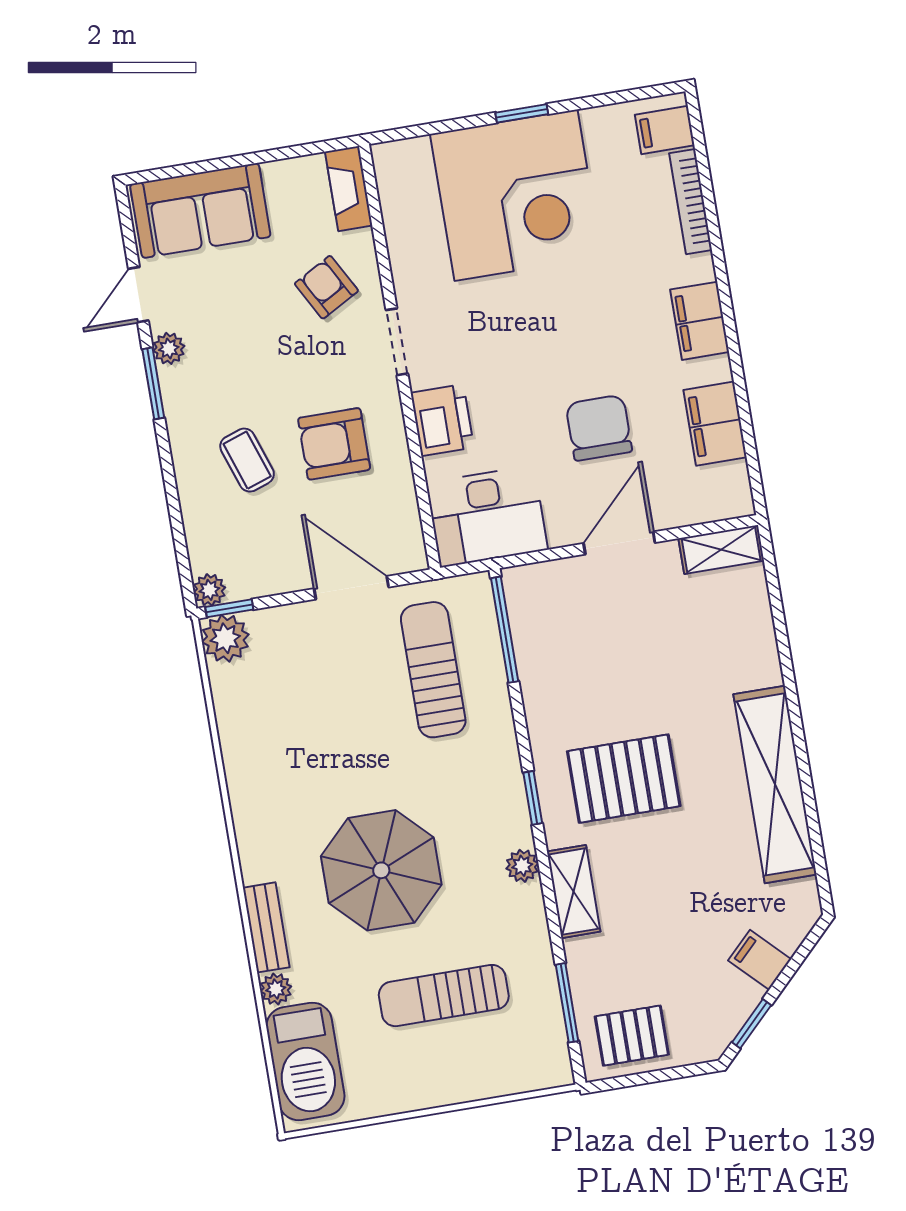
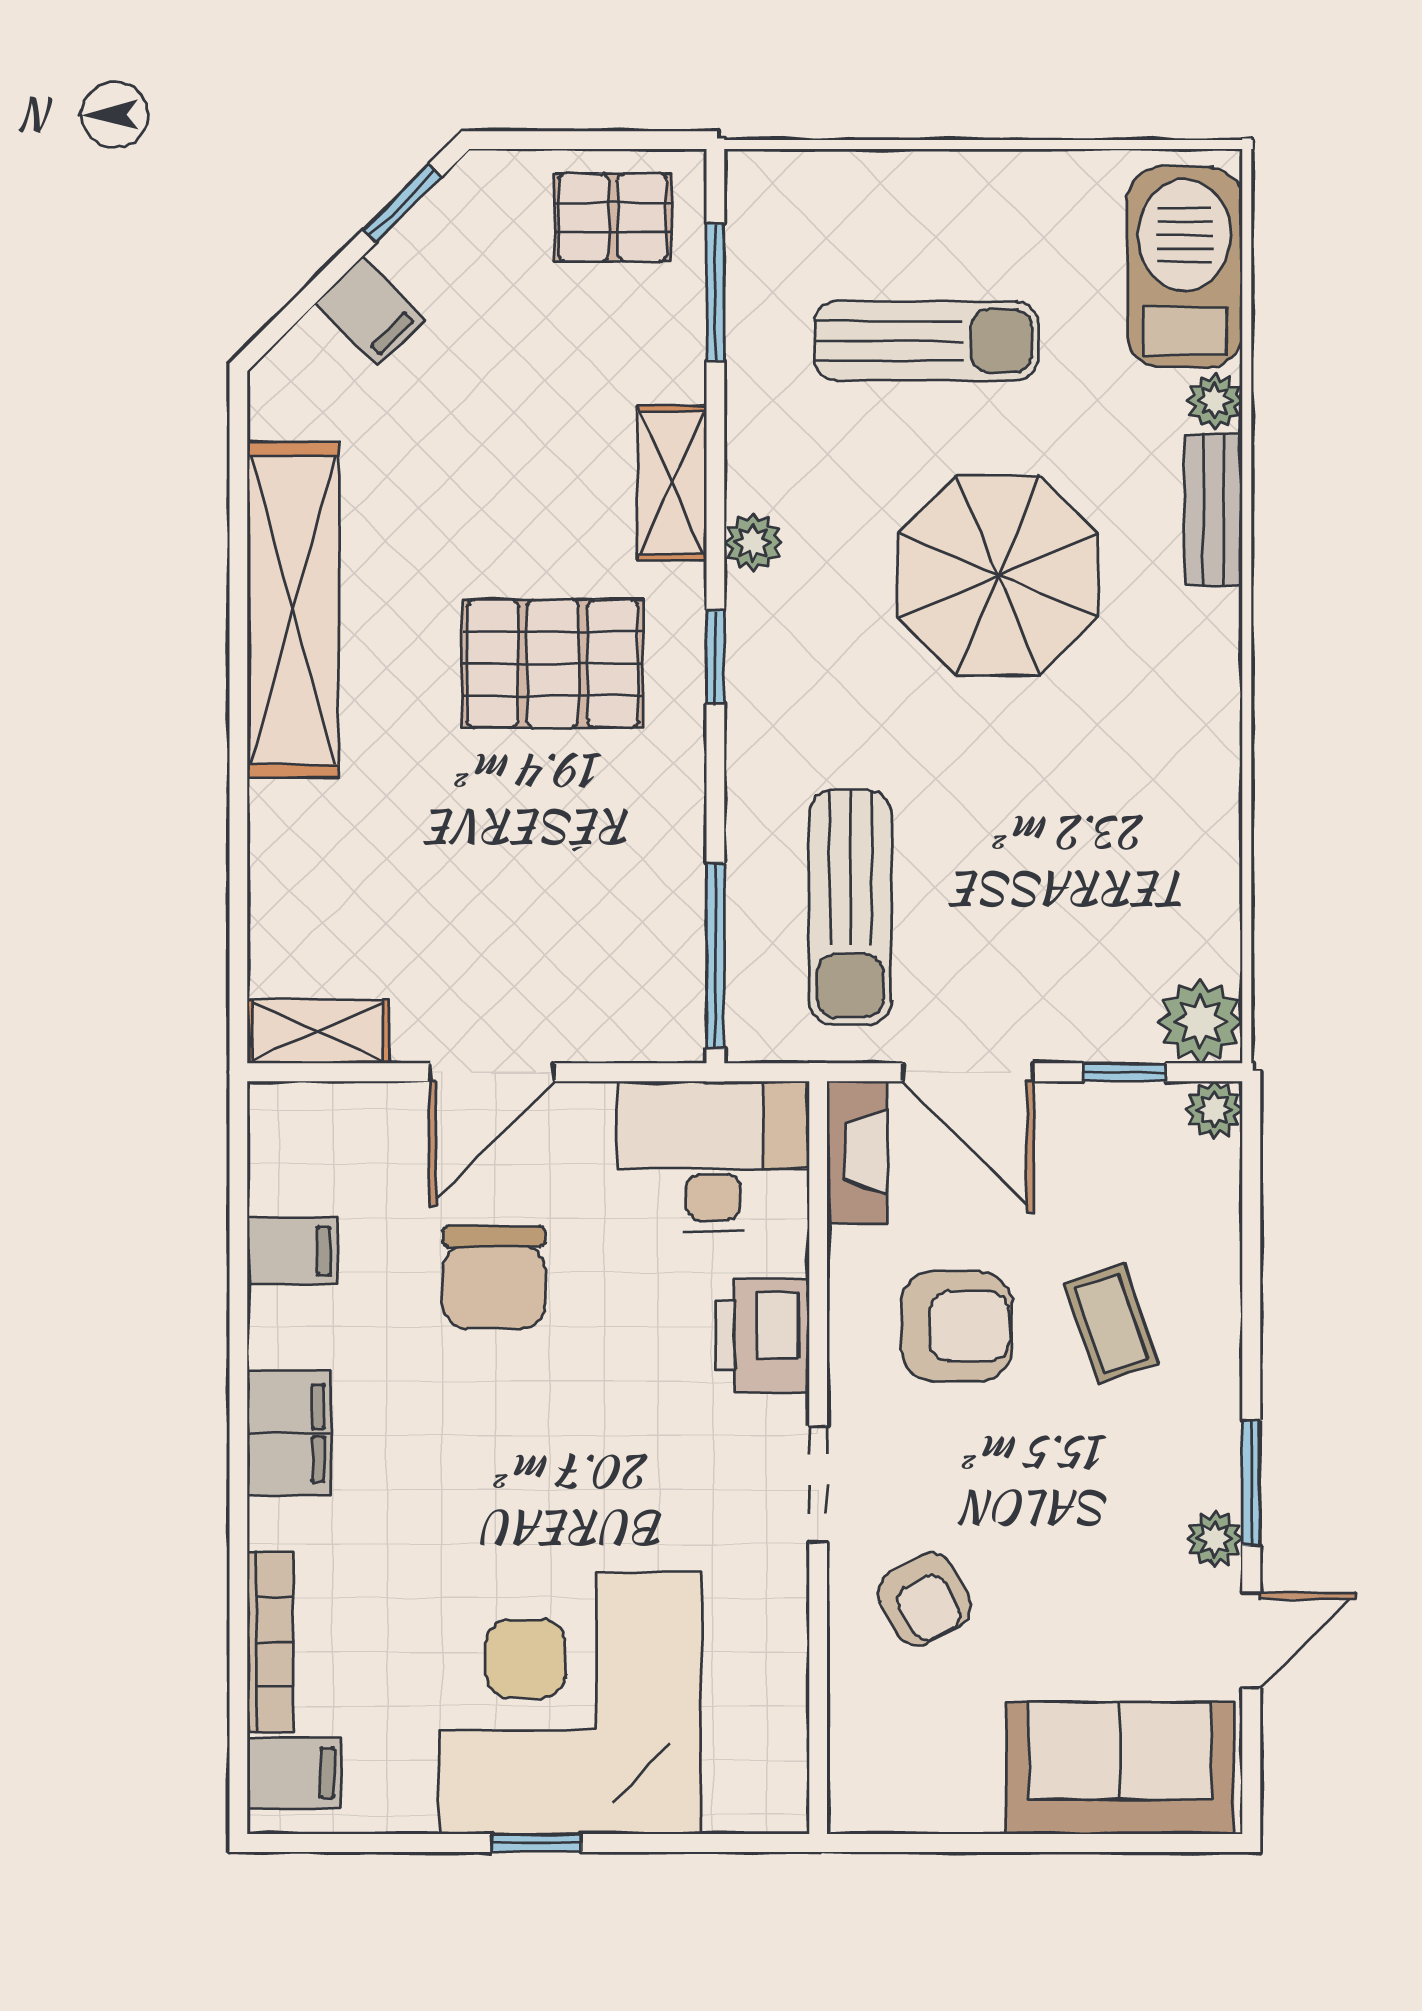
fireplace: (349, 189) -> (857, 1152), moved
filing cabinet: (715, 424) -> (292, 1251), width x0.50
window: (229, 608) -> (1124, 1072), moved

